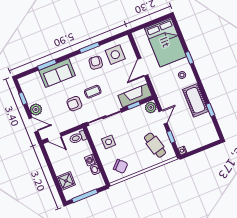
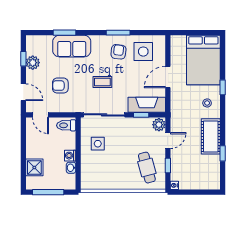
armchair: (74, 104) -> (60, 86), moved
plant: (36, 109) -> (33, 63), moved
chair: (121, 166) -> (100, 176), removed

